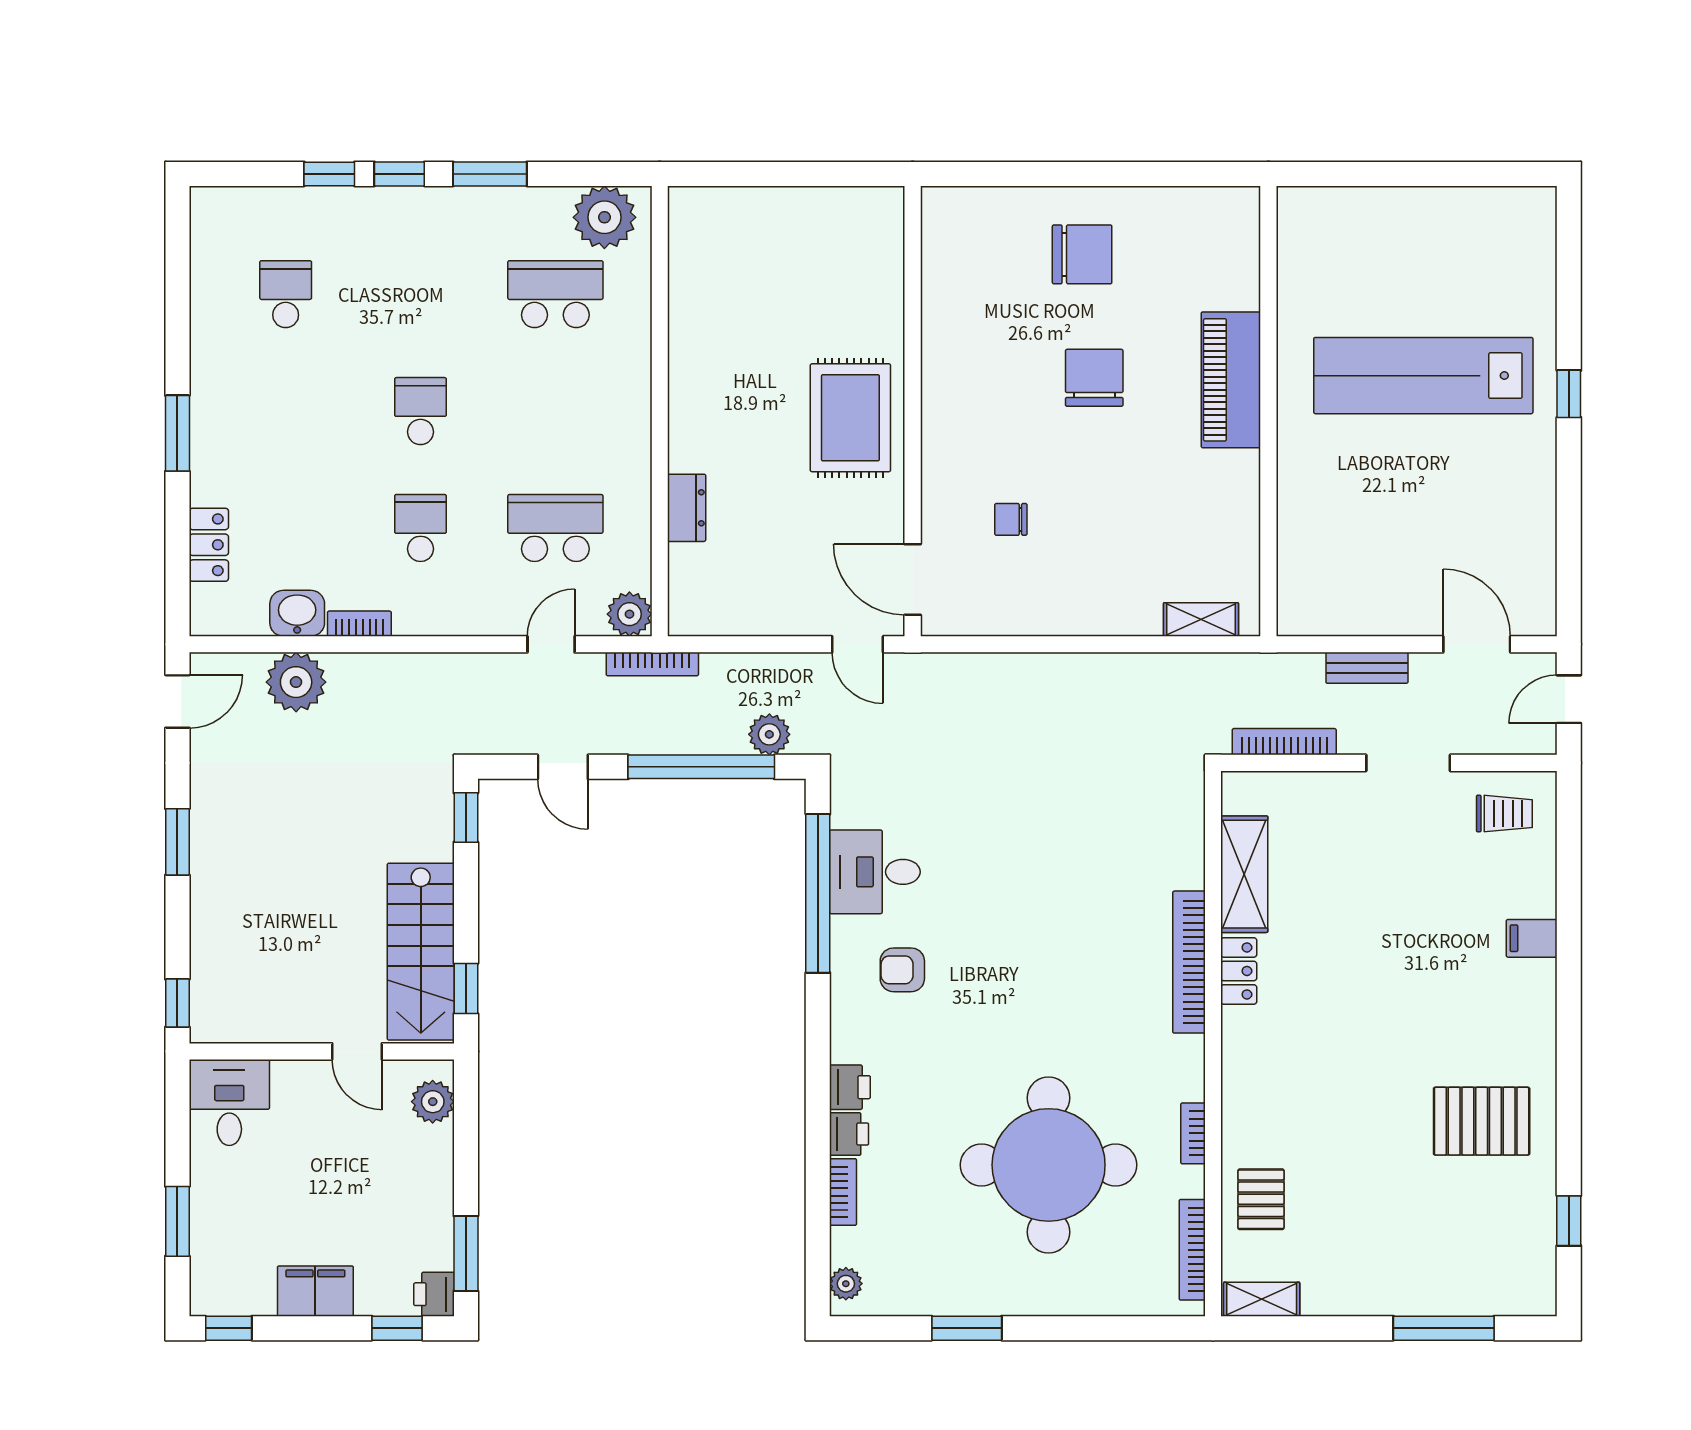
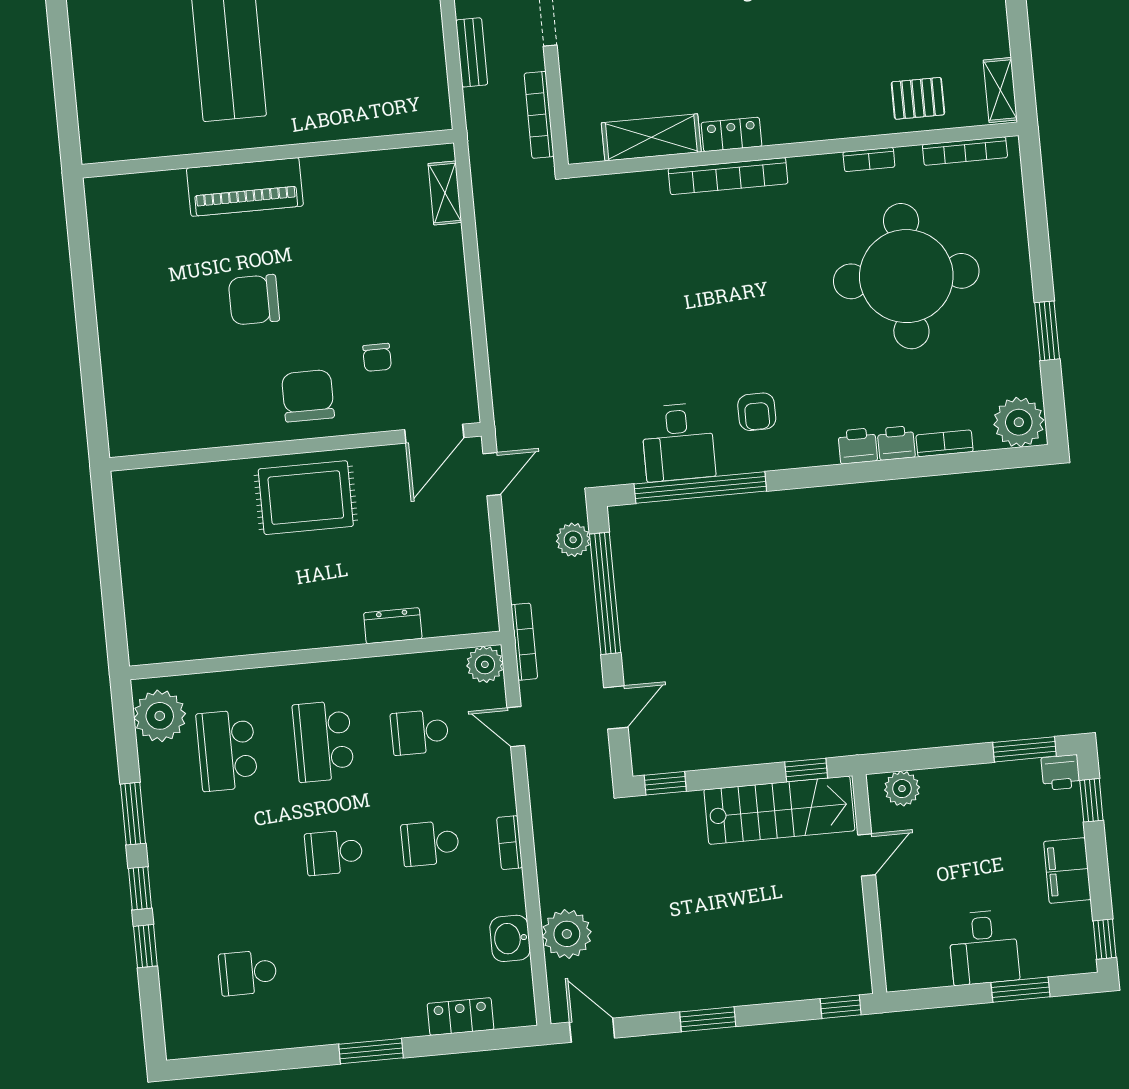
chair: (1082, 254) -> (308, 396), moved
school desk: (555, 411) -> (323, 741), added
school desk: (555, 528) -> (420, 732), width x0.54
bookcase: (359, 624) -> (510, 843), moved
desk: (229, 1103) -> (984, 947), moved, turned -90
plant: (846, 1284) -> (1019, 422), width x1.88, depth x1.88

